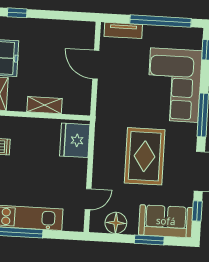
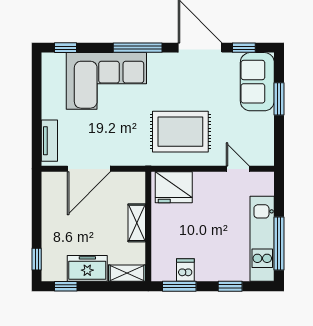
window: (160, 21) -> (37, 100), removed
door: (96, 65) -> (89, 169), width x1.36
rug: (145, 156) -> (180, 132), moved
floor lamp: (116, 223) -> (262, 137), removed

